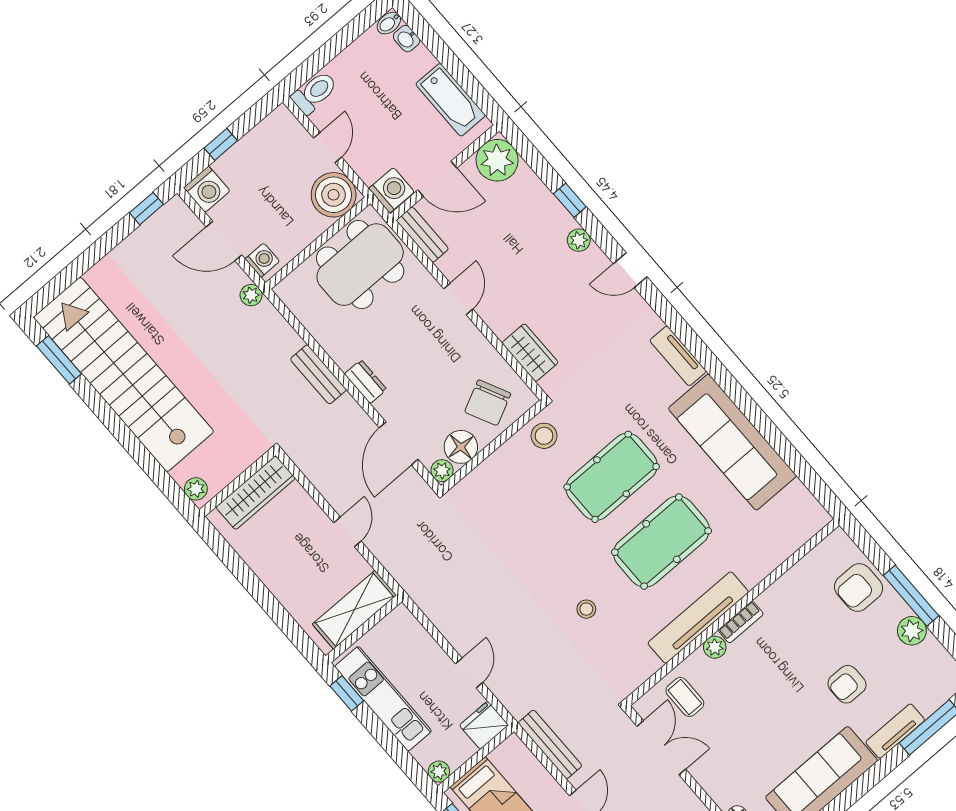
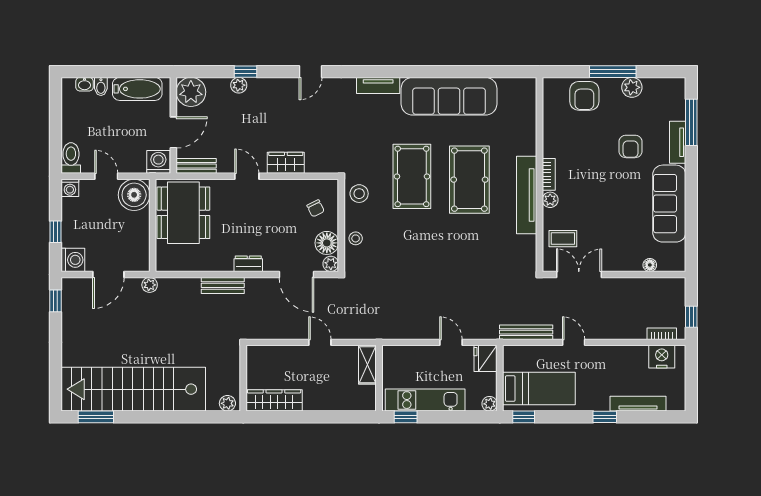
bidet: (389, 23) -> (101, 86), moved
plant: (579, 240) -> (239, 85), moved
washing machine: (262, 260) -> (70, 188), moved, turned 180
wardrobe: (530, 353) -> (286, 163), moved
chair: (488, 403) -> (316, 208), width x0.54, depth x0.54
wardrobe: (256, 493) -> (274, 400), moved, turned -90
stool: (586, 609) -> (356, 238), moved
shelving: (354, 610) -> (367, 365), width x0.67, depth x0.75

